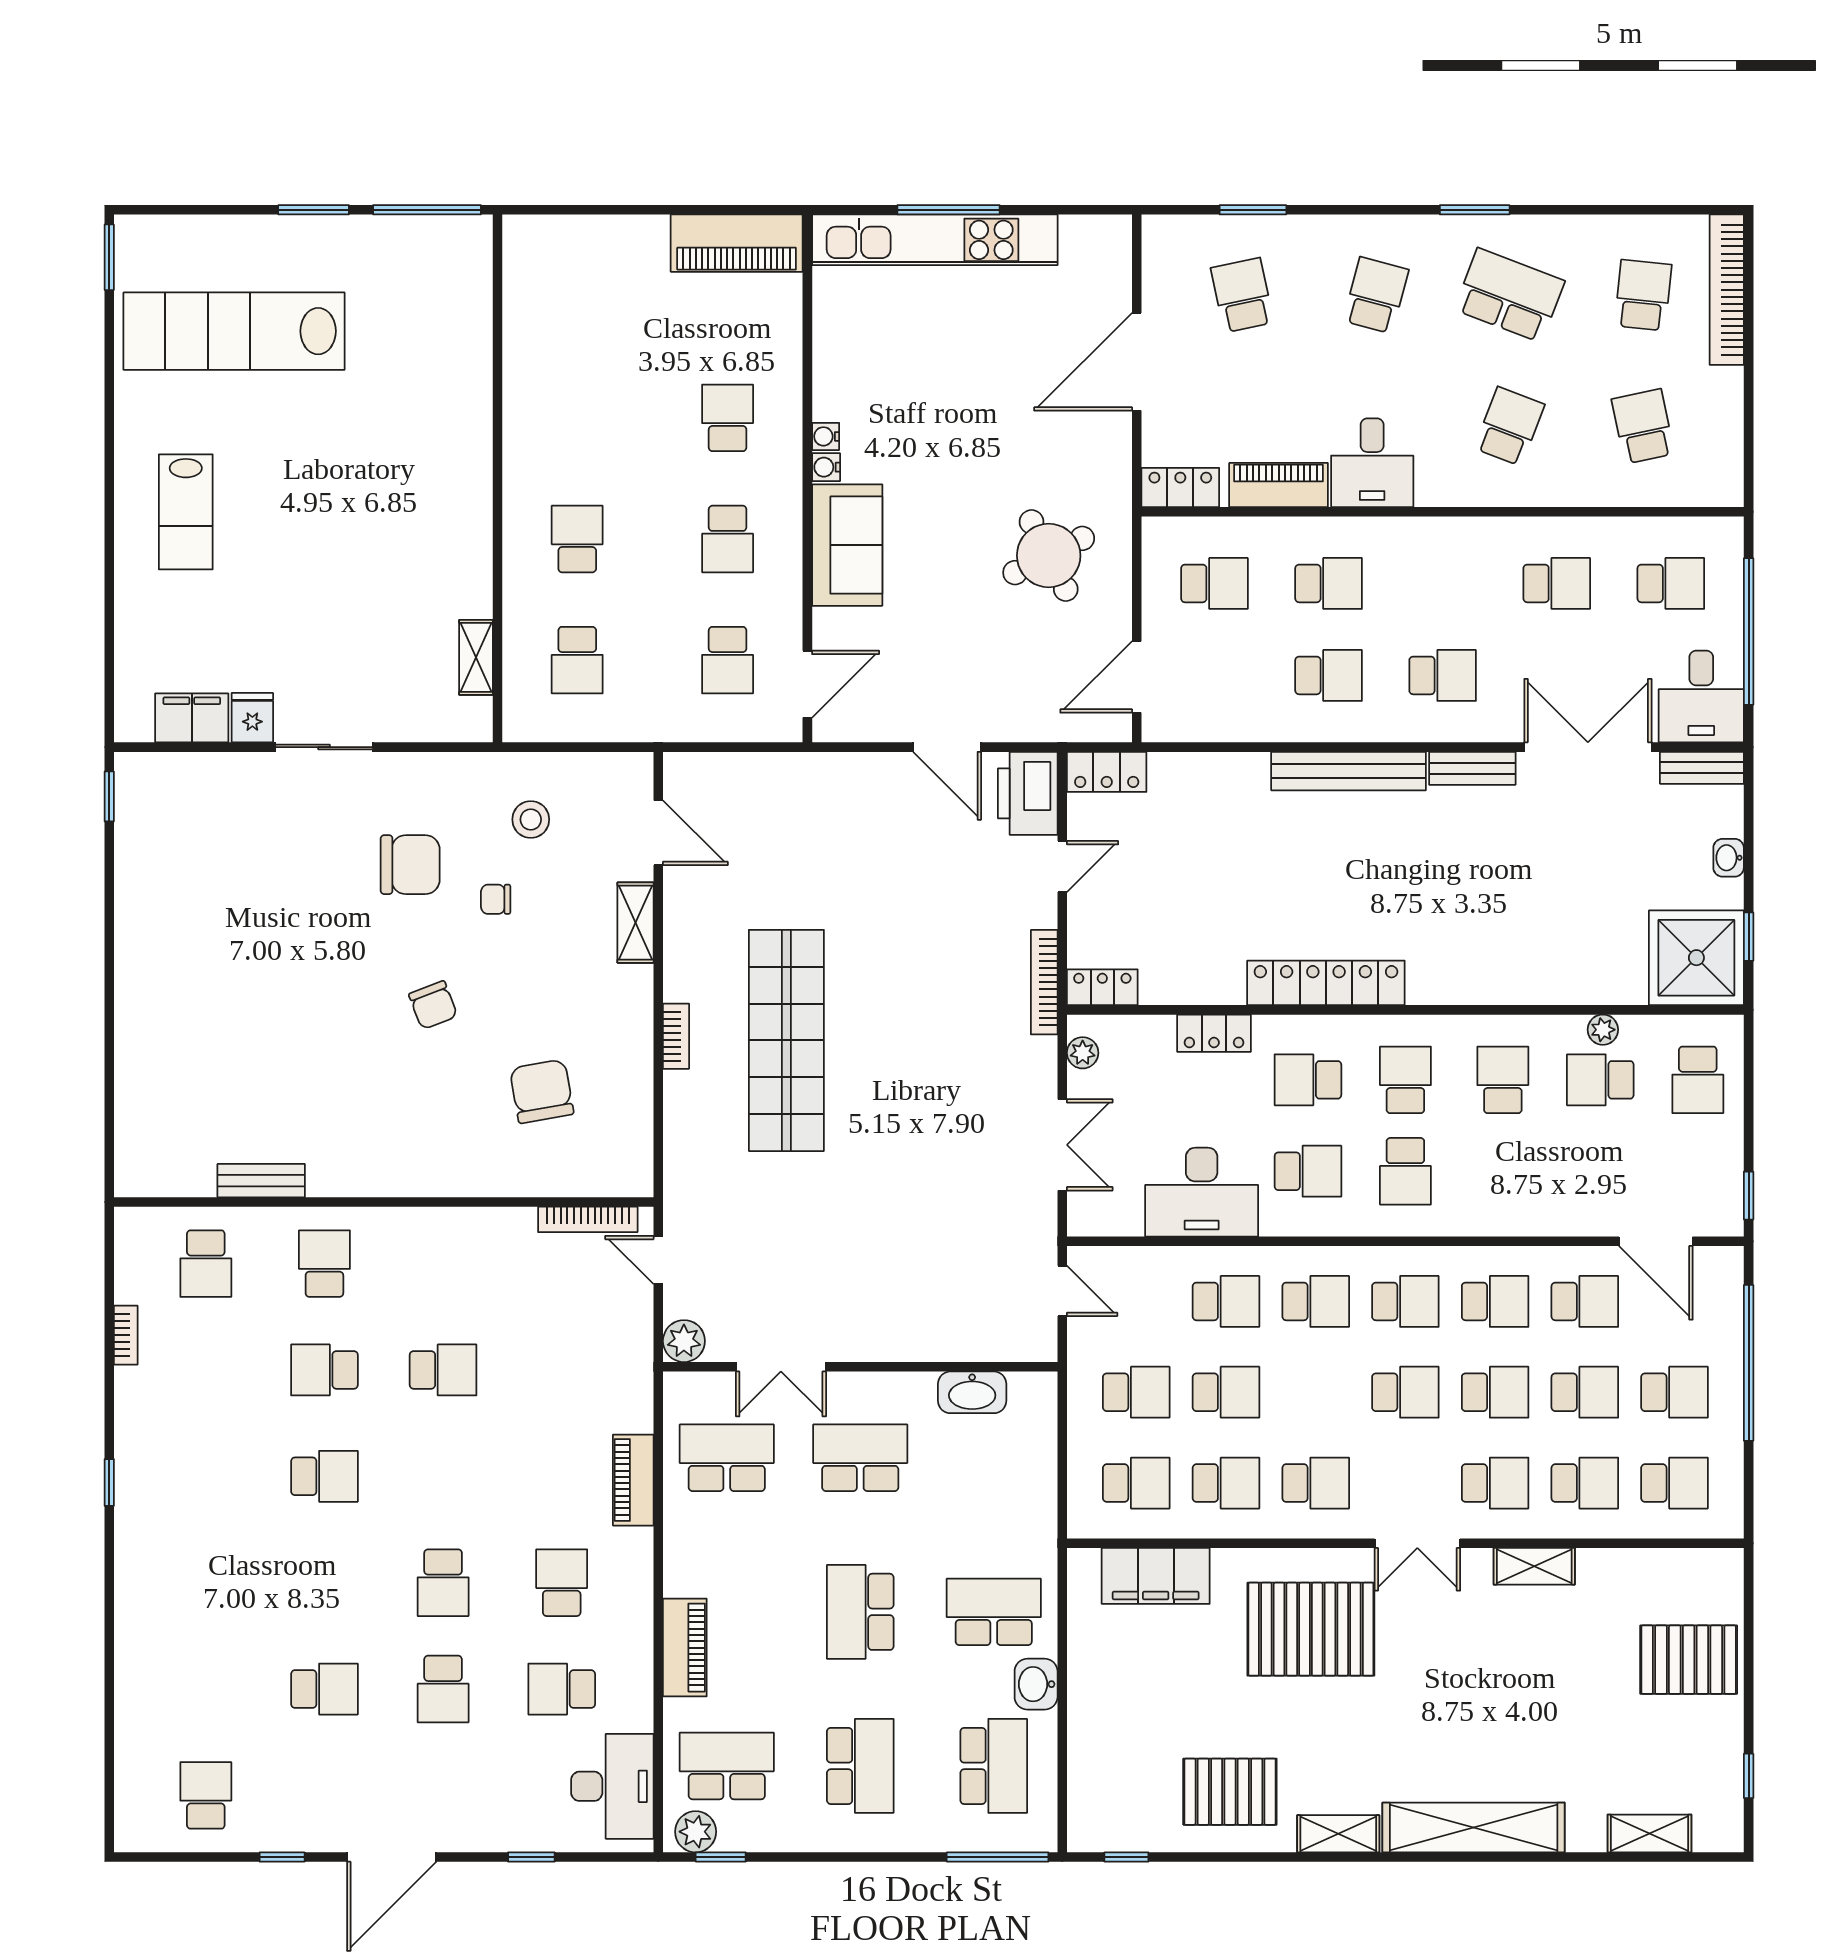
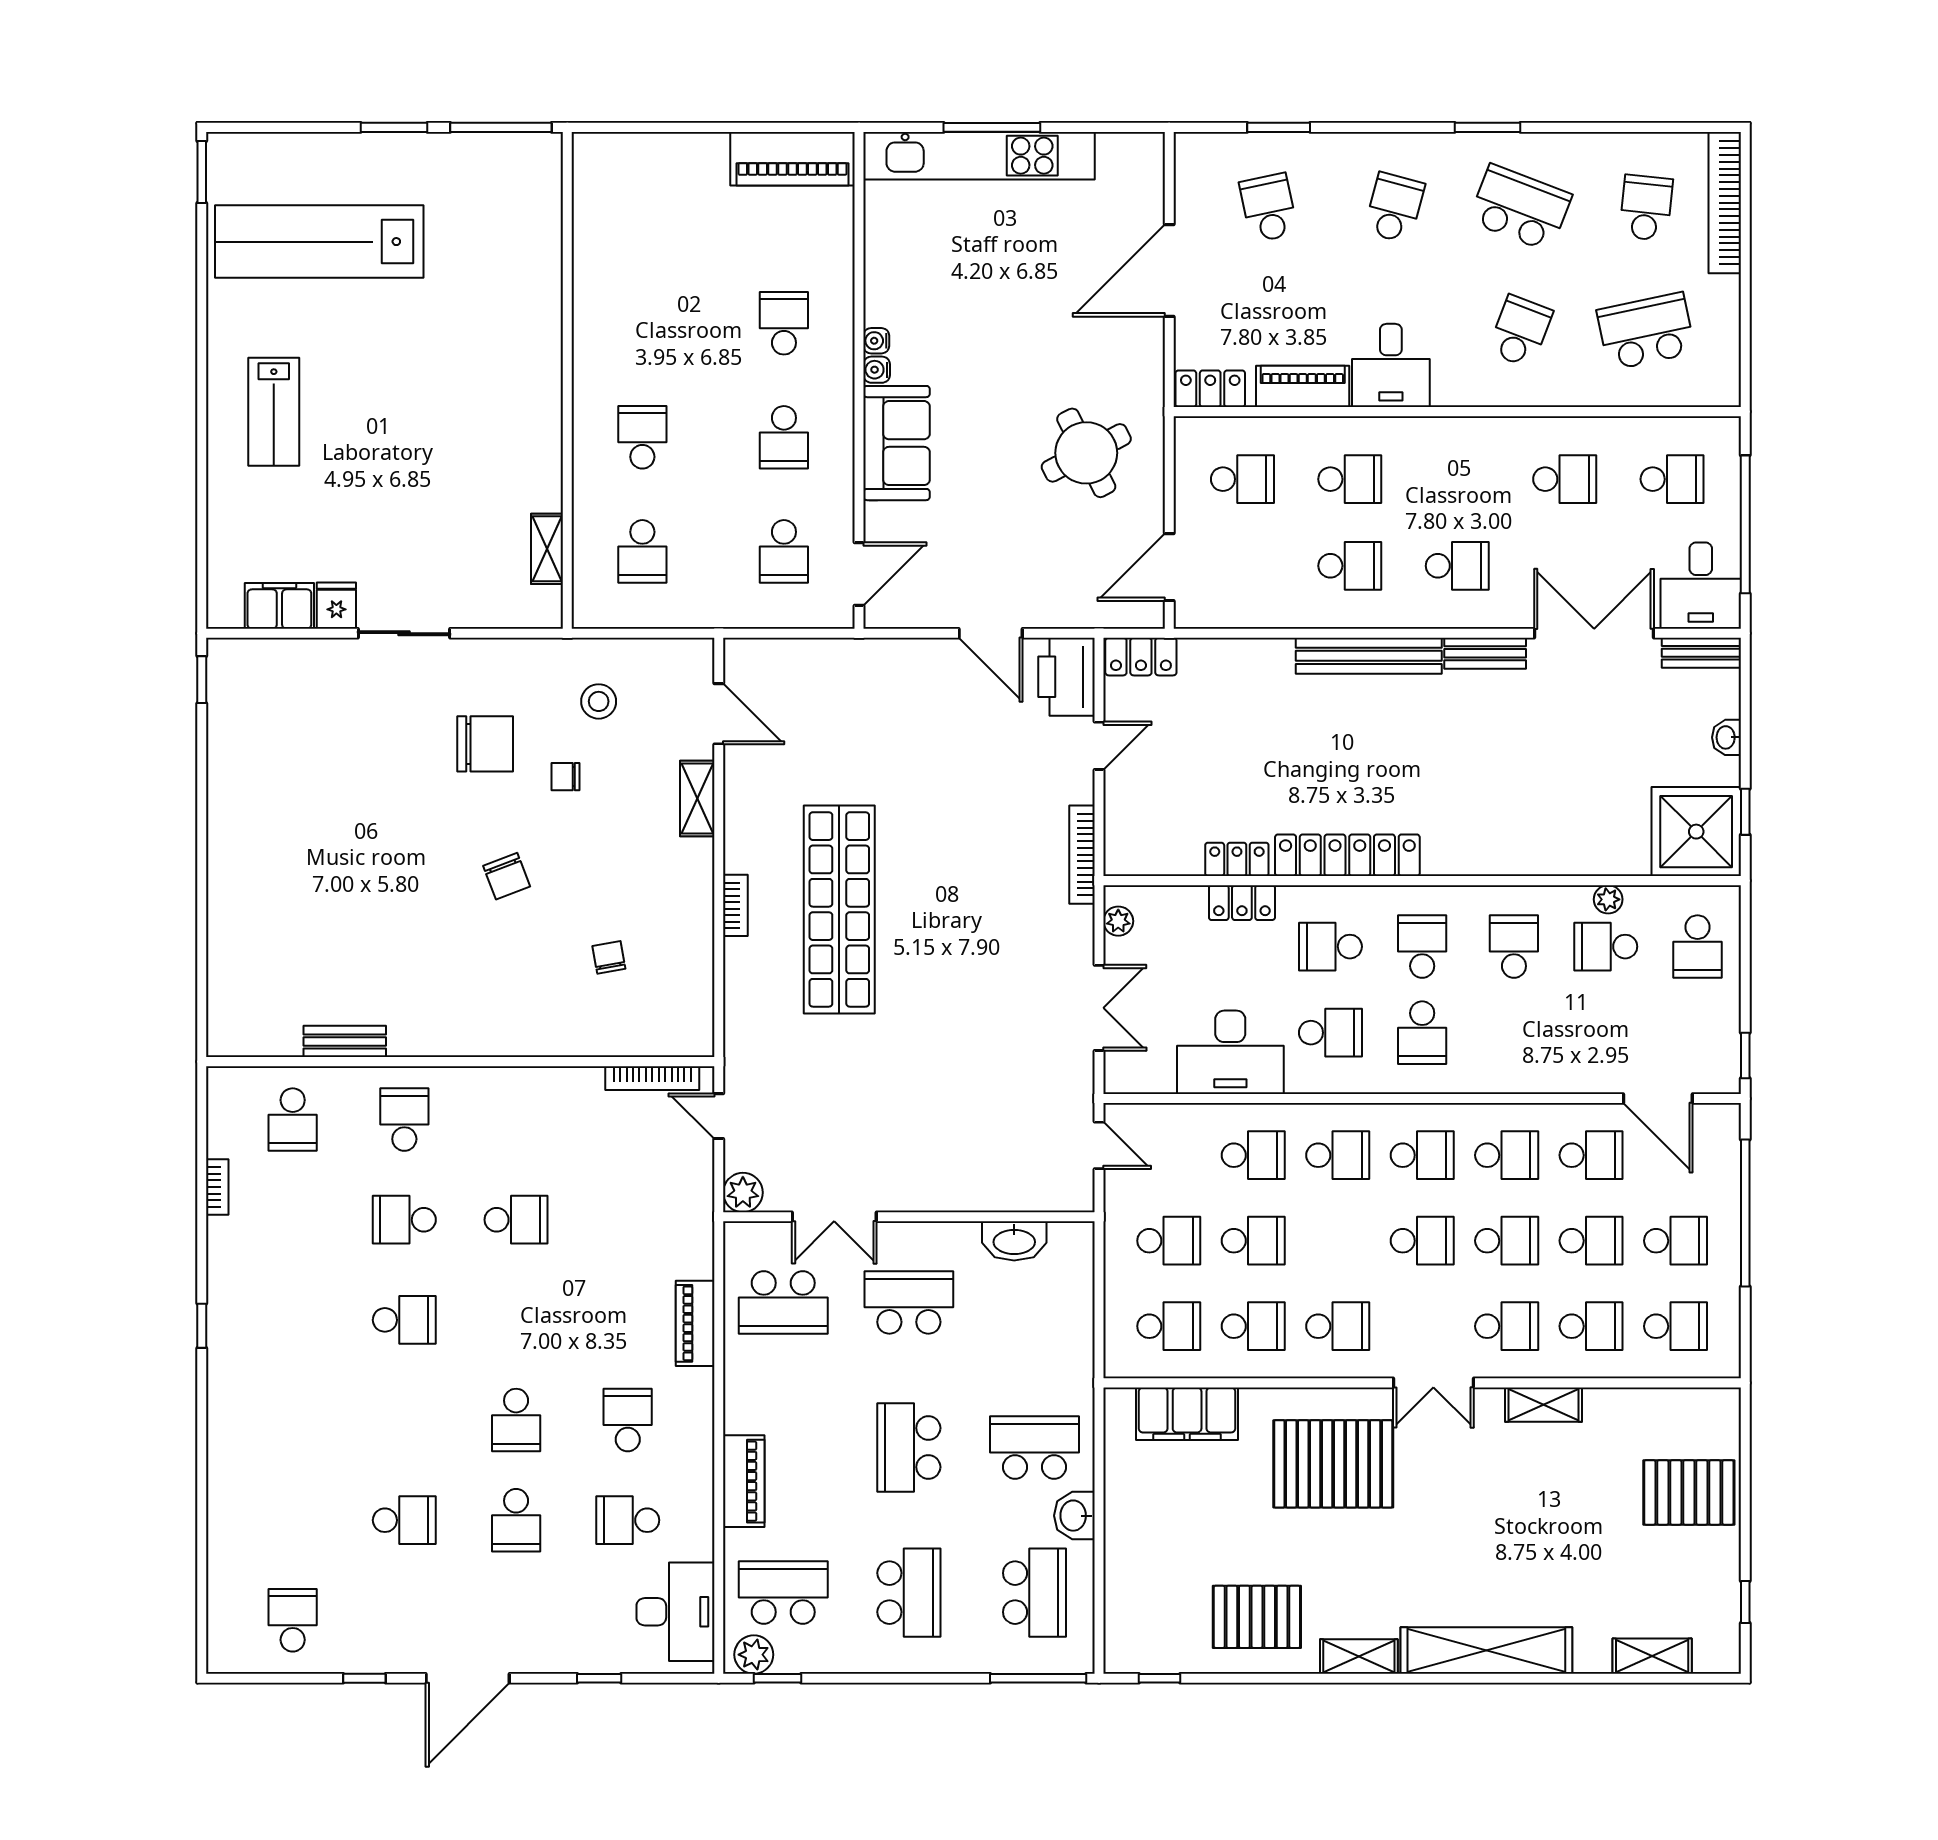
school desk: (1643, 426) -> (1646, 331), width x1.85
locker: (1102, 987) -> (1237, 859), moved
chair: (542, 1091) -> (609, 957), width x0.54, depth x0.54
school desk: (727, 1458) -> (783, 1302), turned 180

